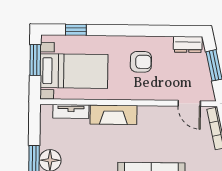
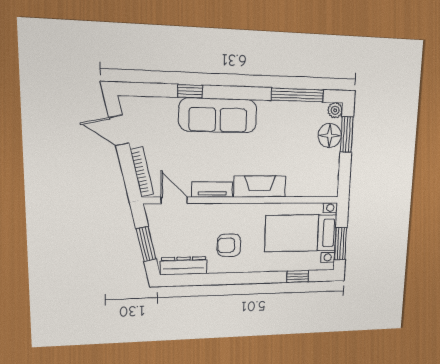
dresser: (188, 44) -> (184, 266), width x1.44
tv unit: (71, 111) -> (212, 190), moved

